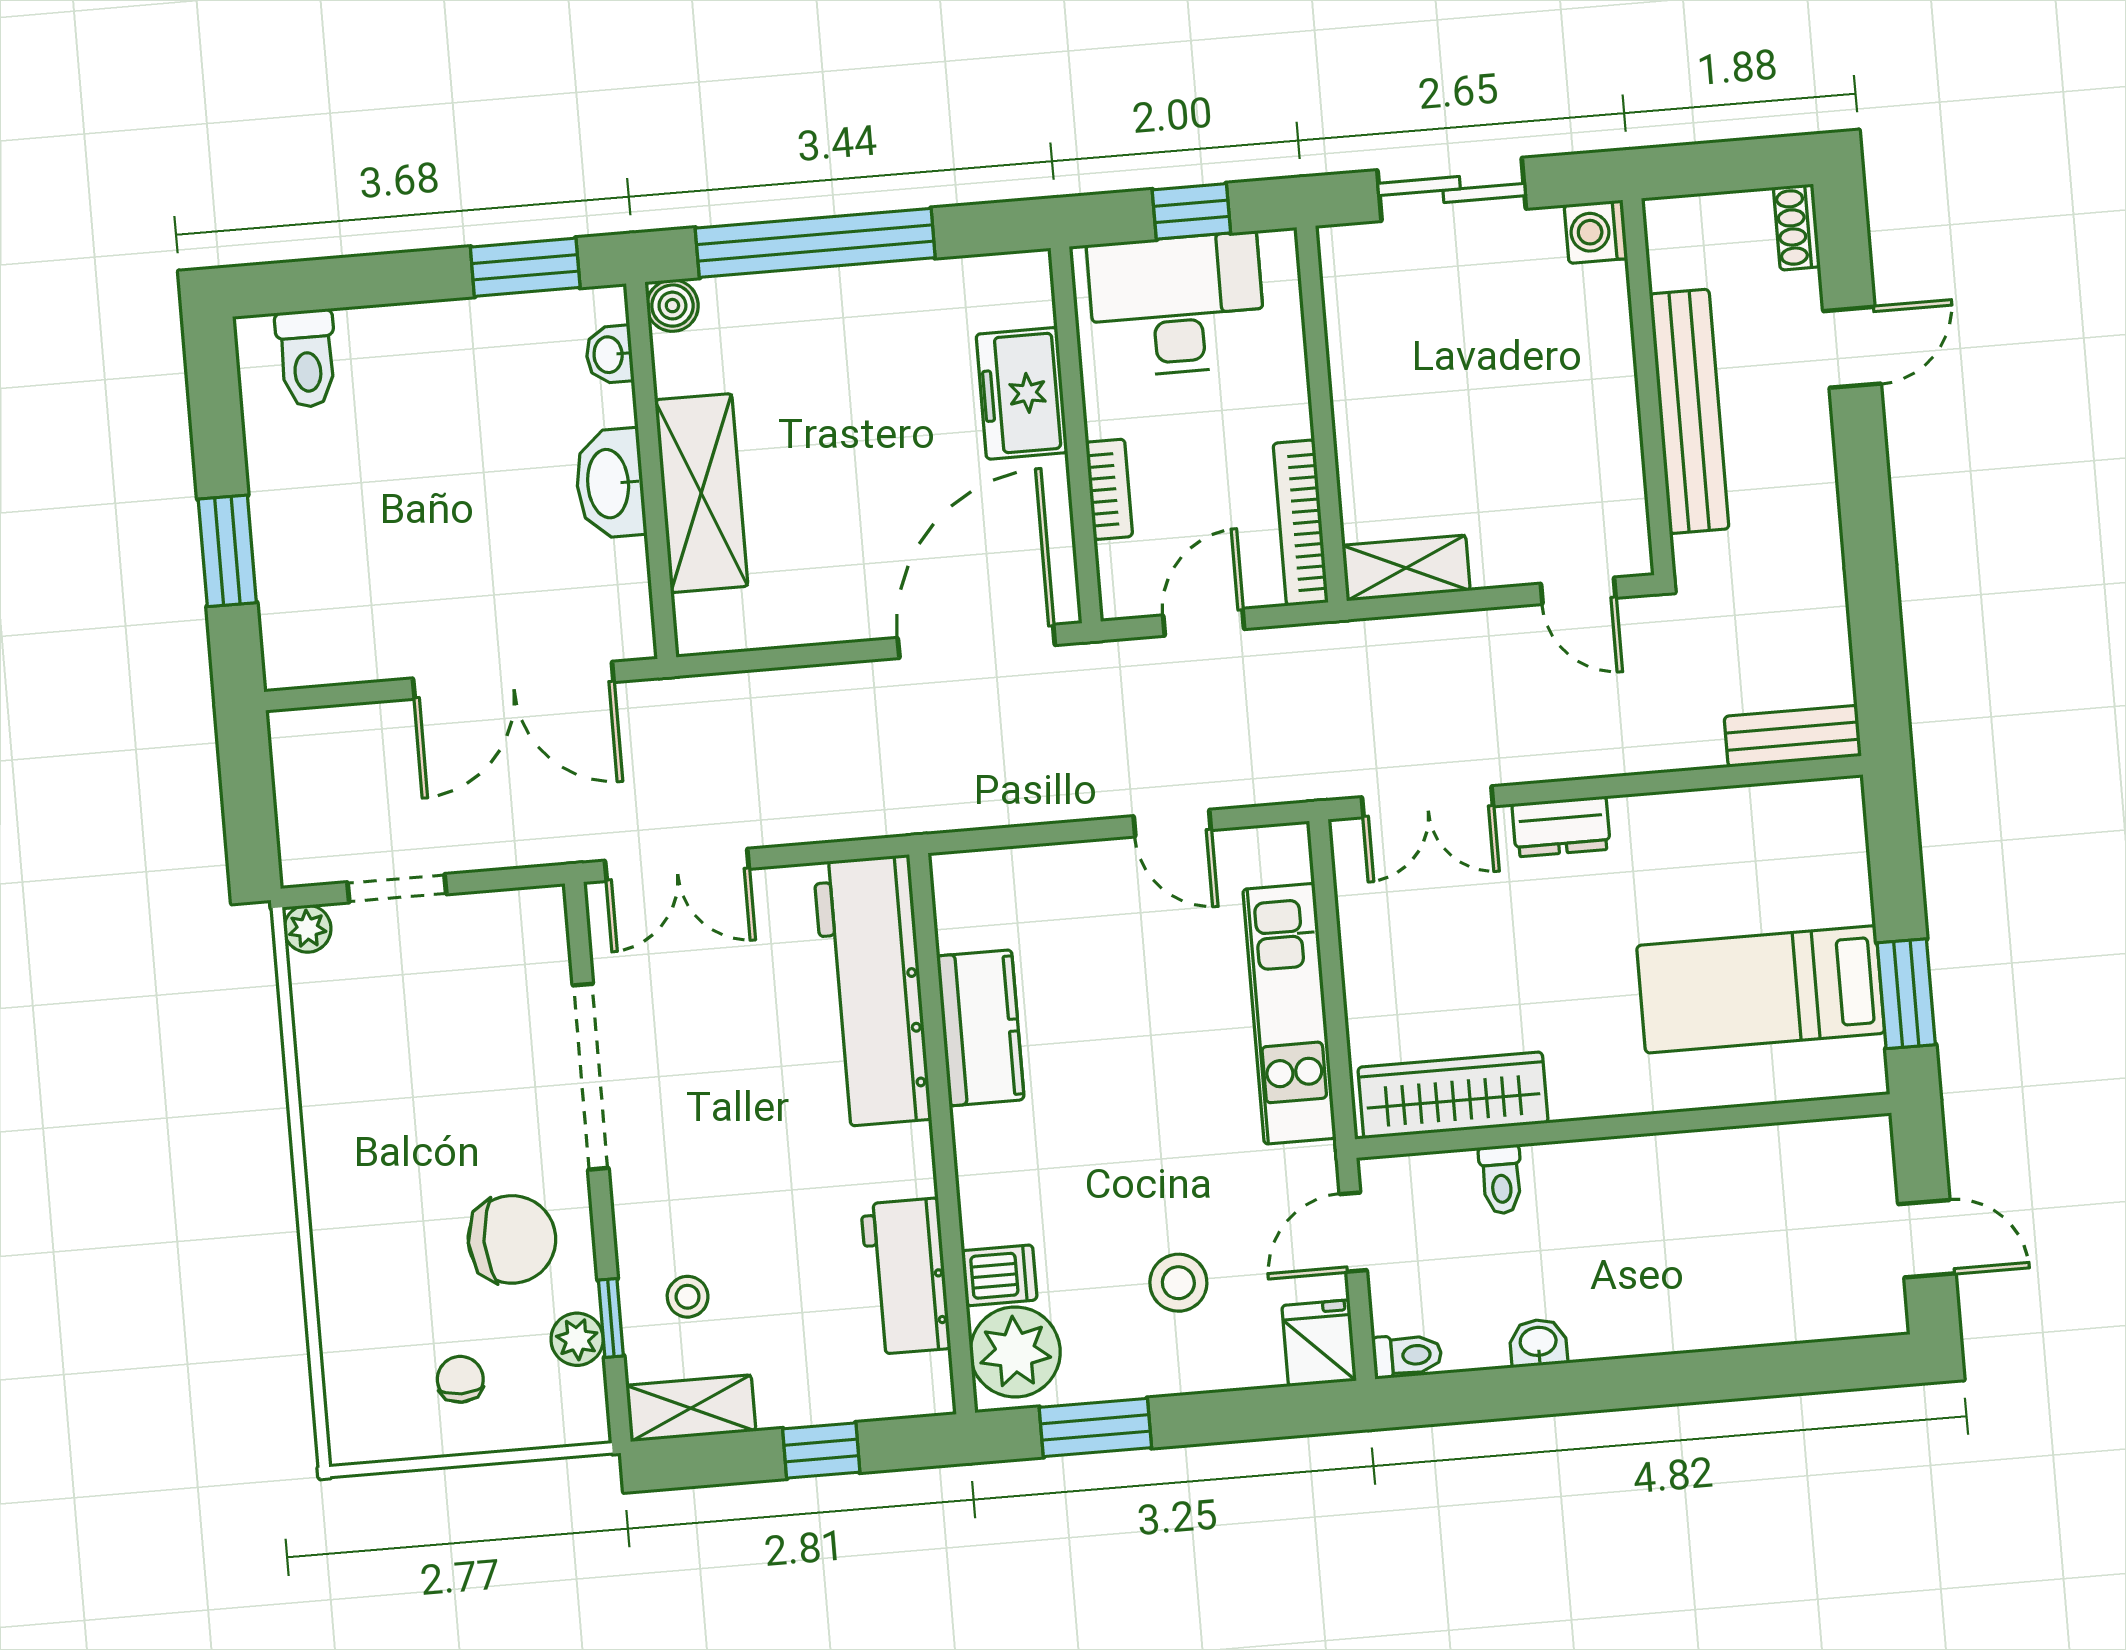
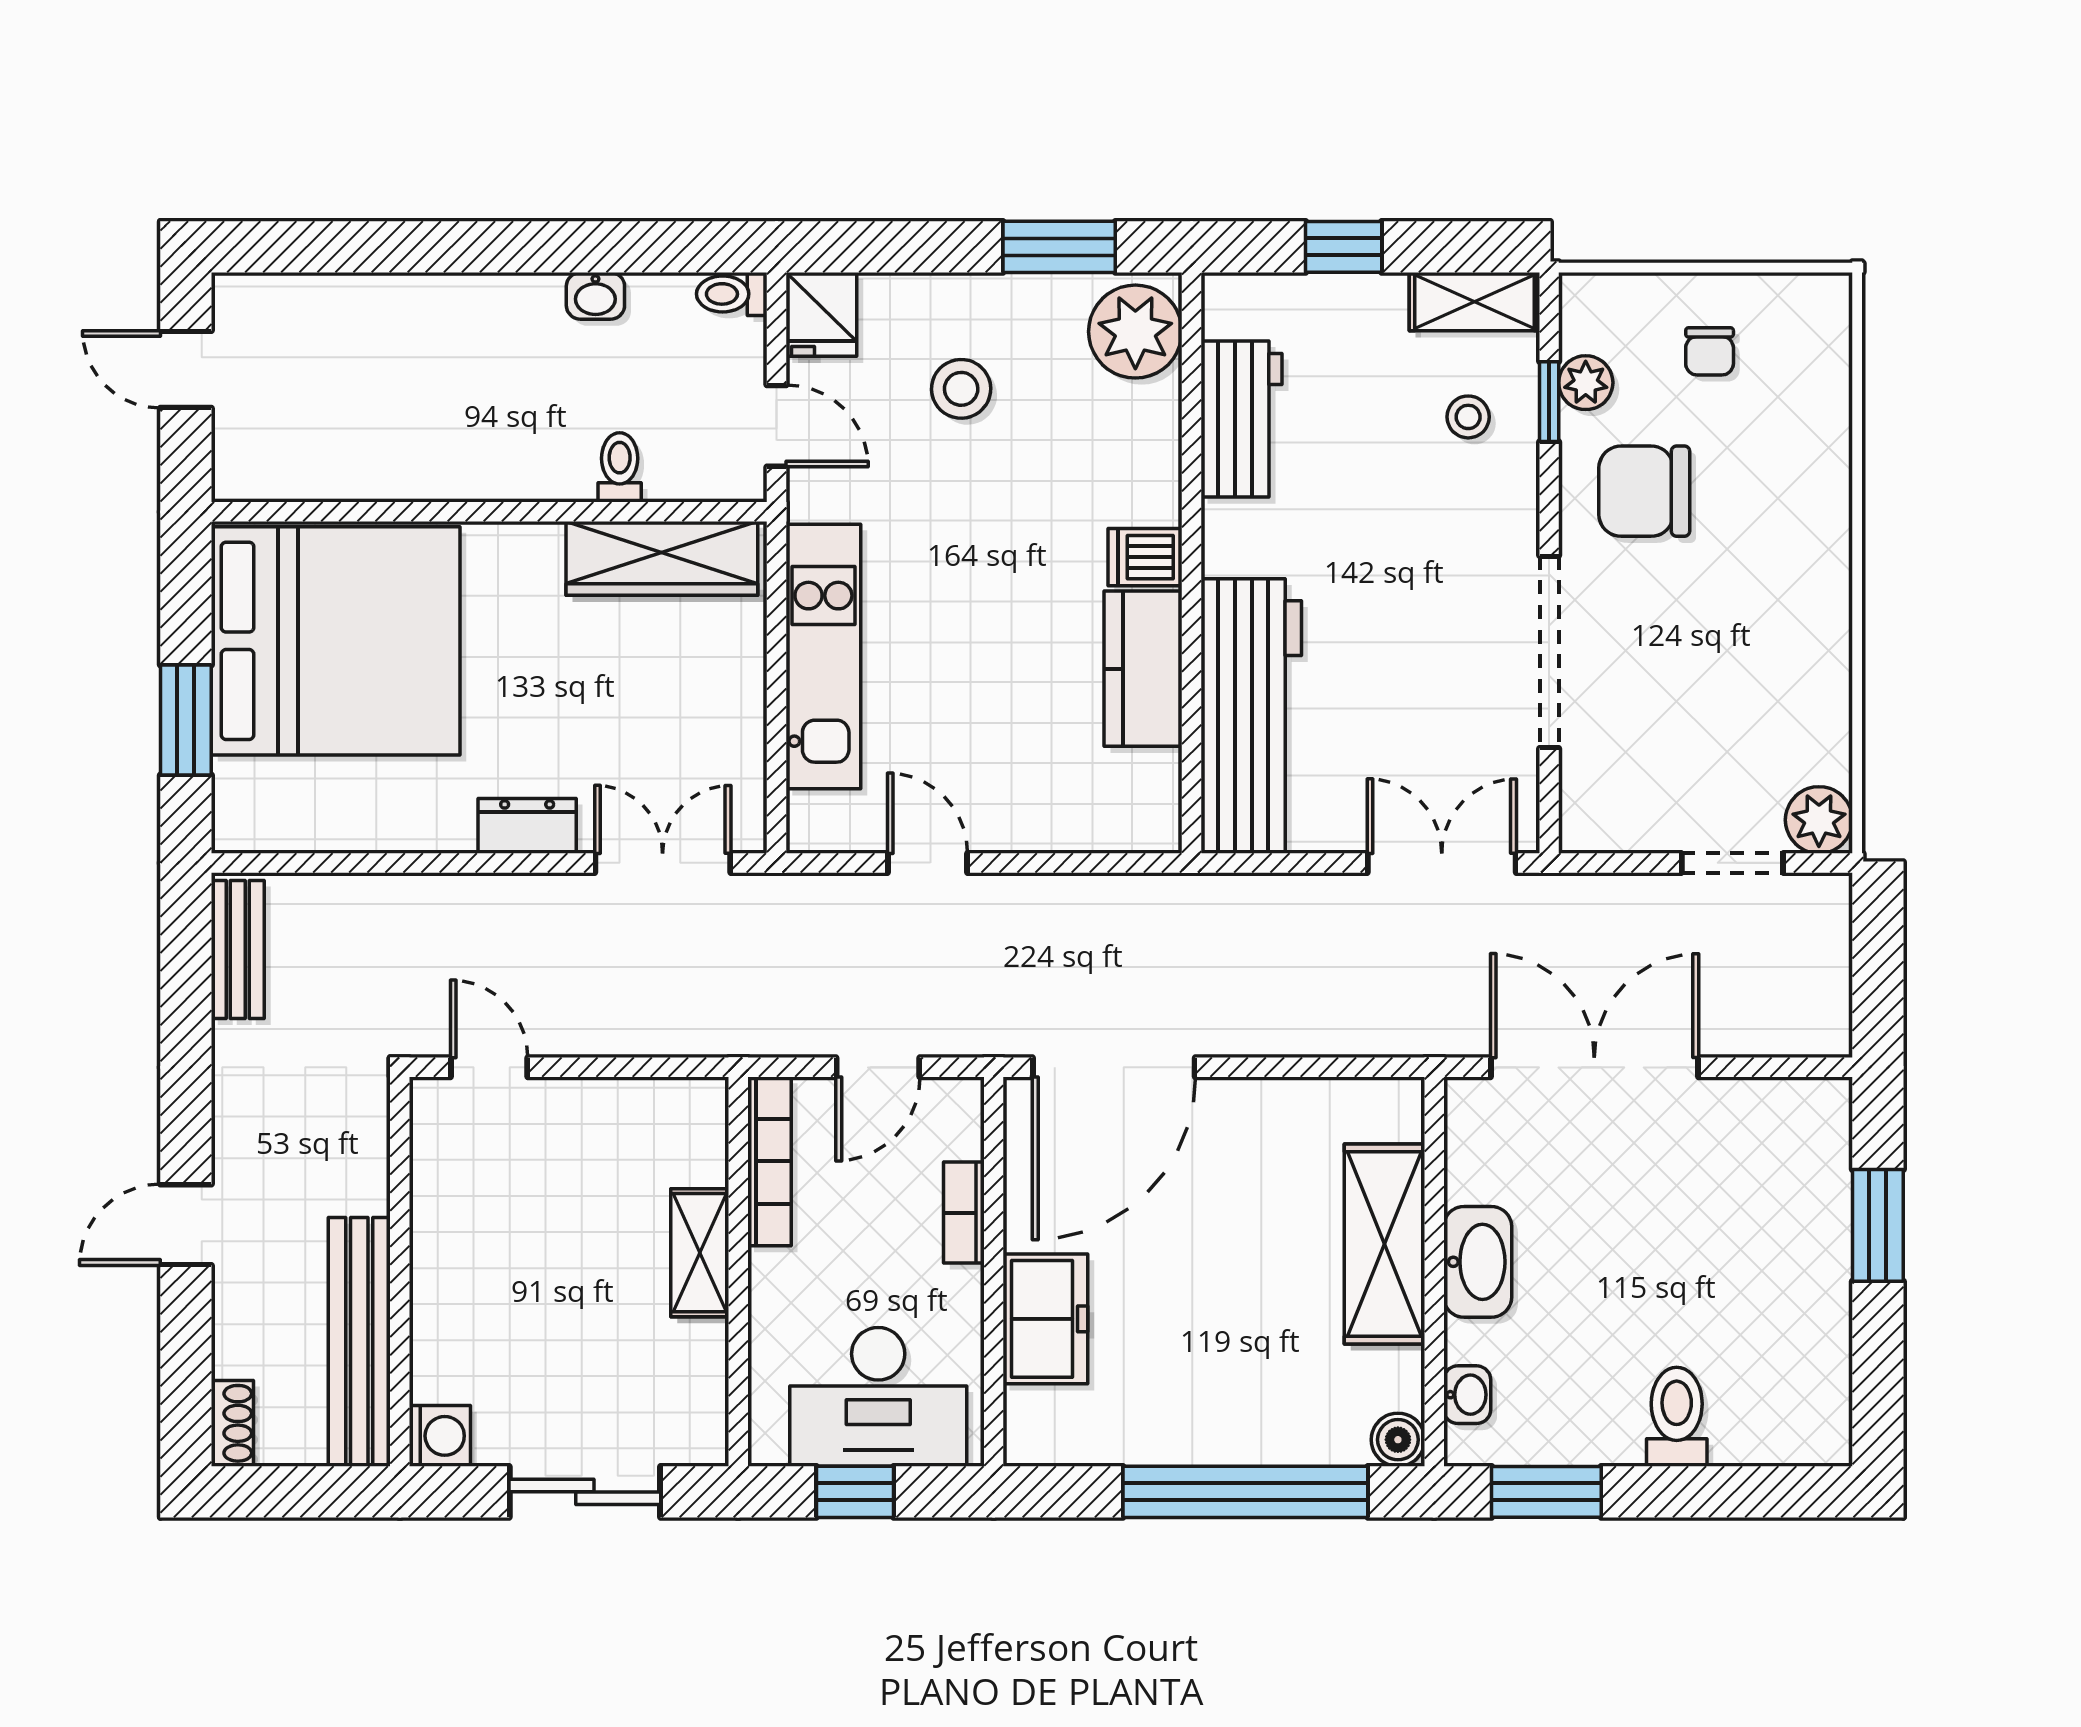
door: (1852, 347) -> (186, 1225), moved
toilet: (307, 359) -> (1677, 1417), moved
bench: (1689, 411) -> (359, 1342), moved
shelving: (1406, 568) -> (700, 1253), moved, turned 90
bench: (1793, 736) -> (238, 949), moved, turned 90
plant: (307, 929) -> (1819, 820), width x1.38, depth x1.38
bed: (1761, 989) -> (336, 641), width x2.04
window: (1906, 994) -> (186, 720), moved
door: (1353, 1232) -> (777, 426), hinge flipped
dishwasher: (999, 1275) -> (1145, 557), moved

